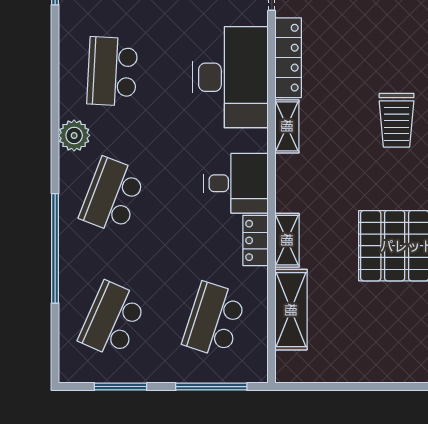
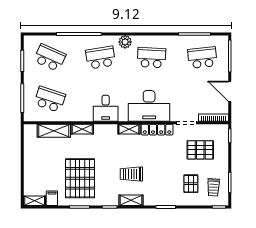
school desk: (112, 196) -> (101, 58), turned -30
locker: (255, 240) -> (82, 116), removed

